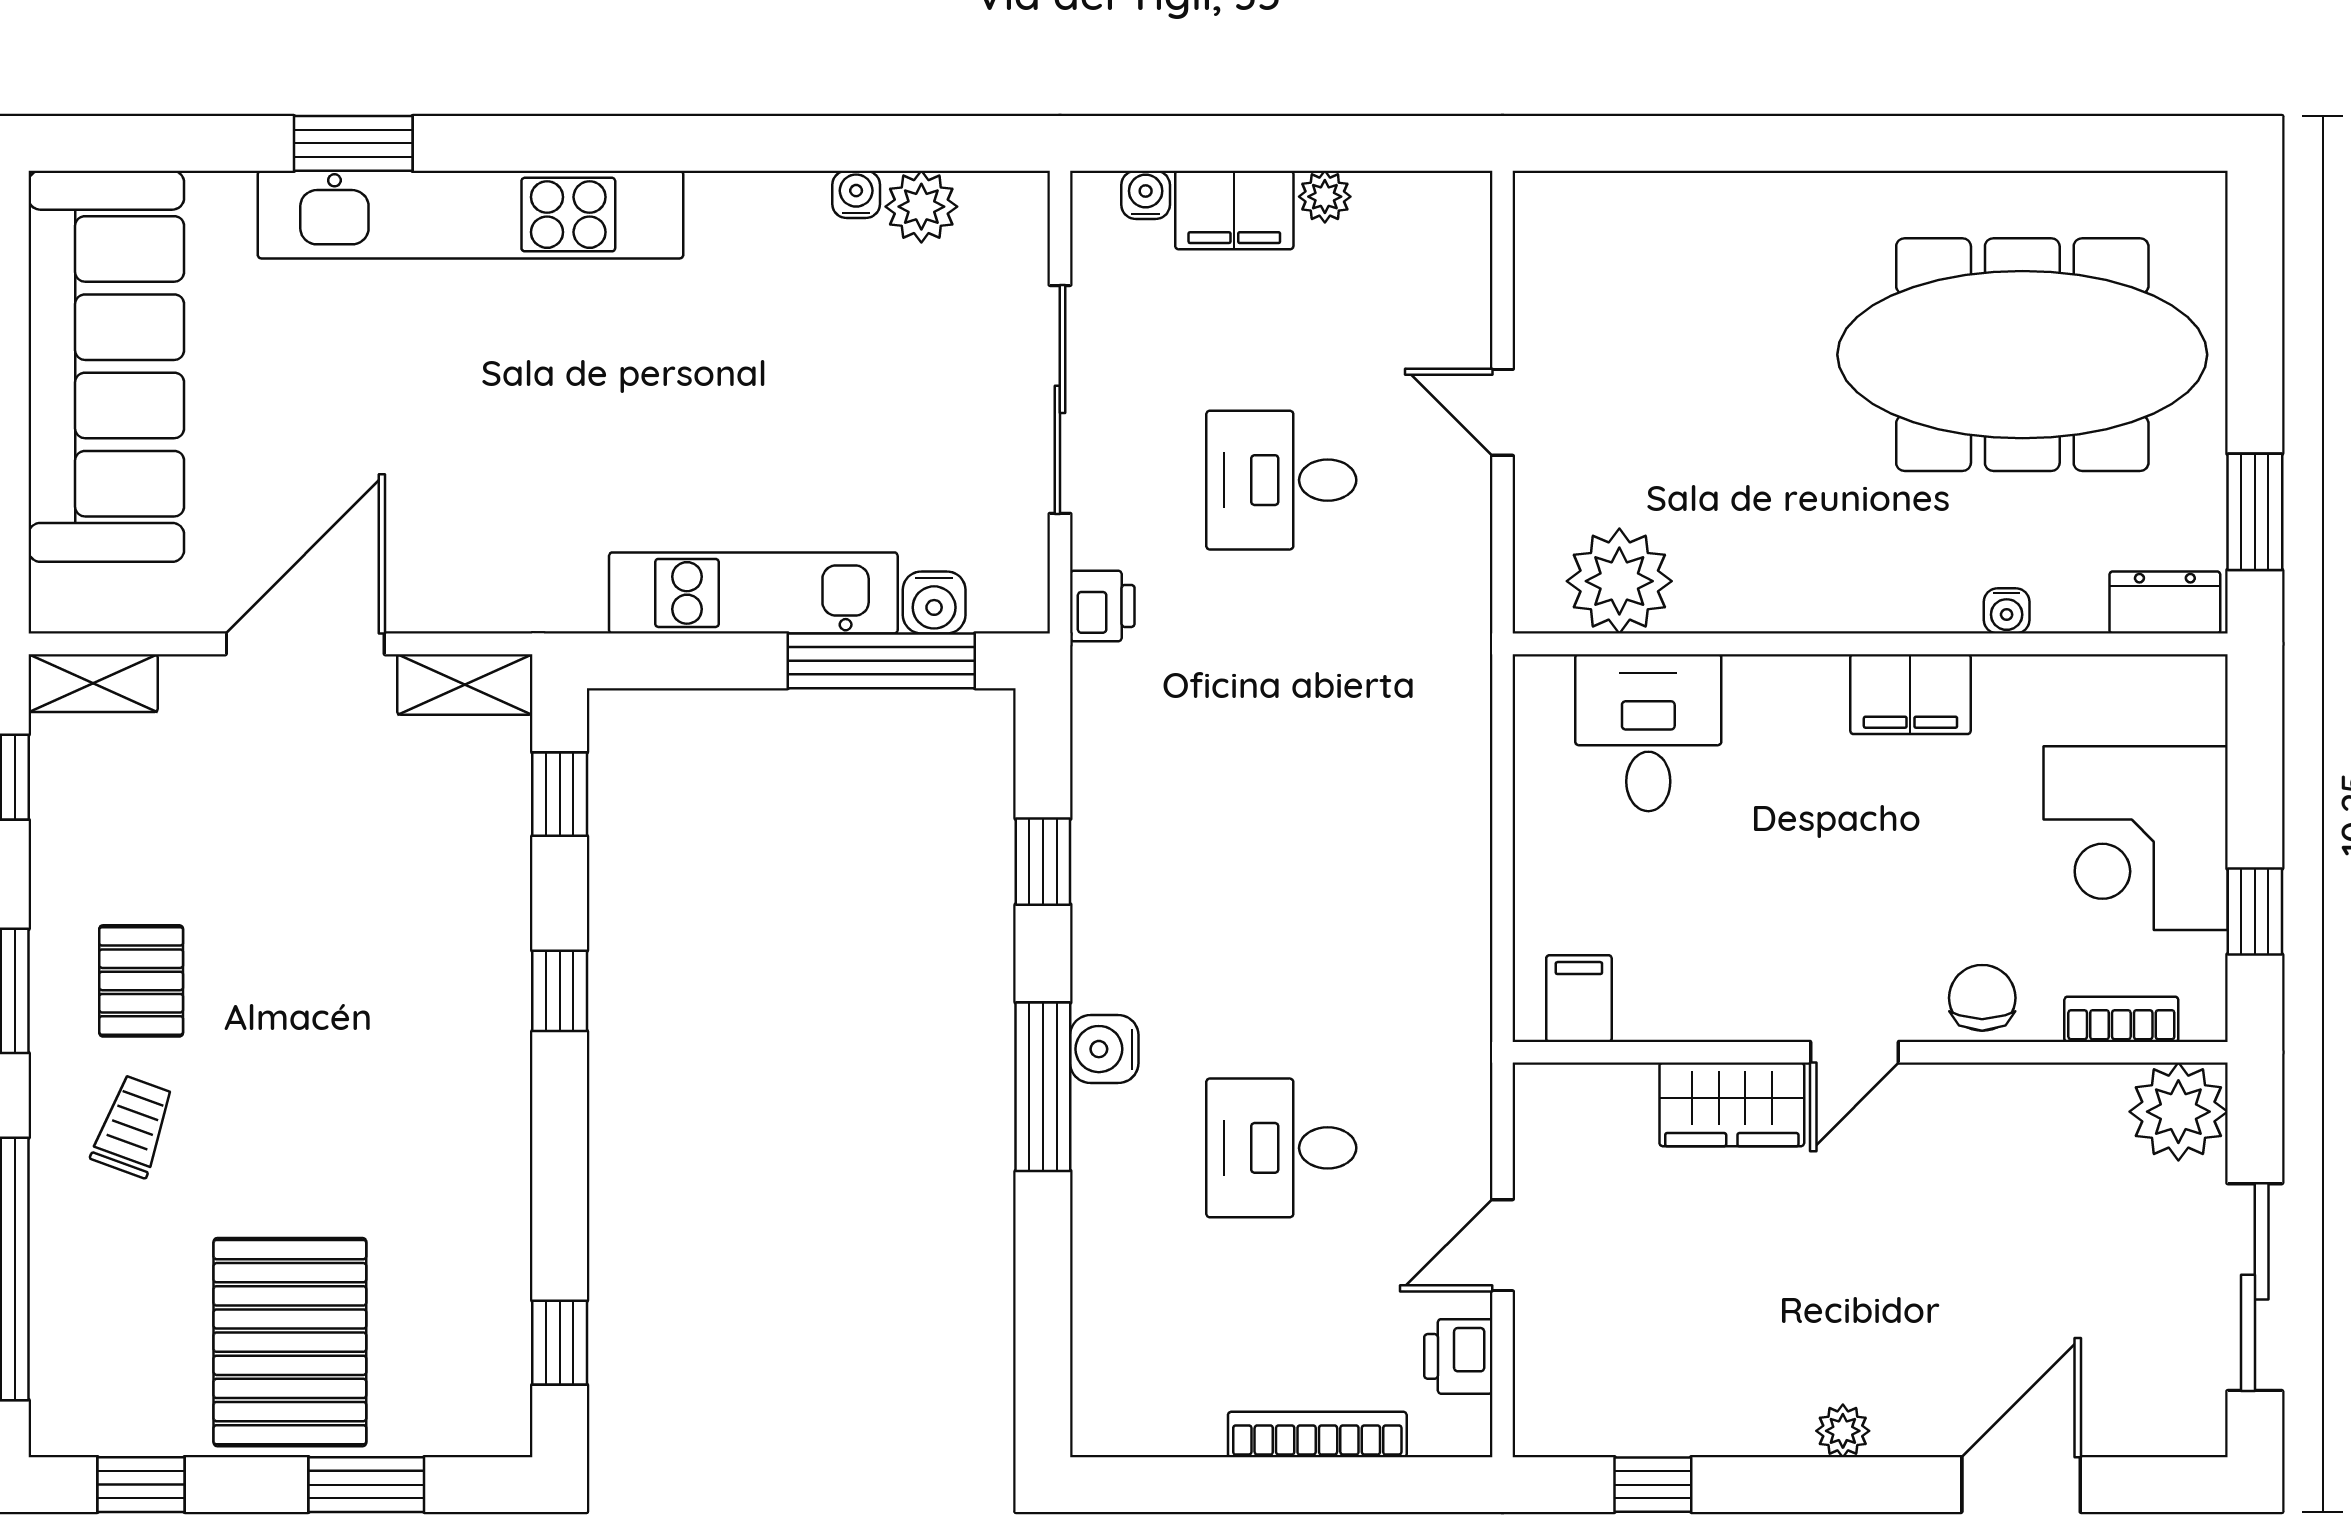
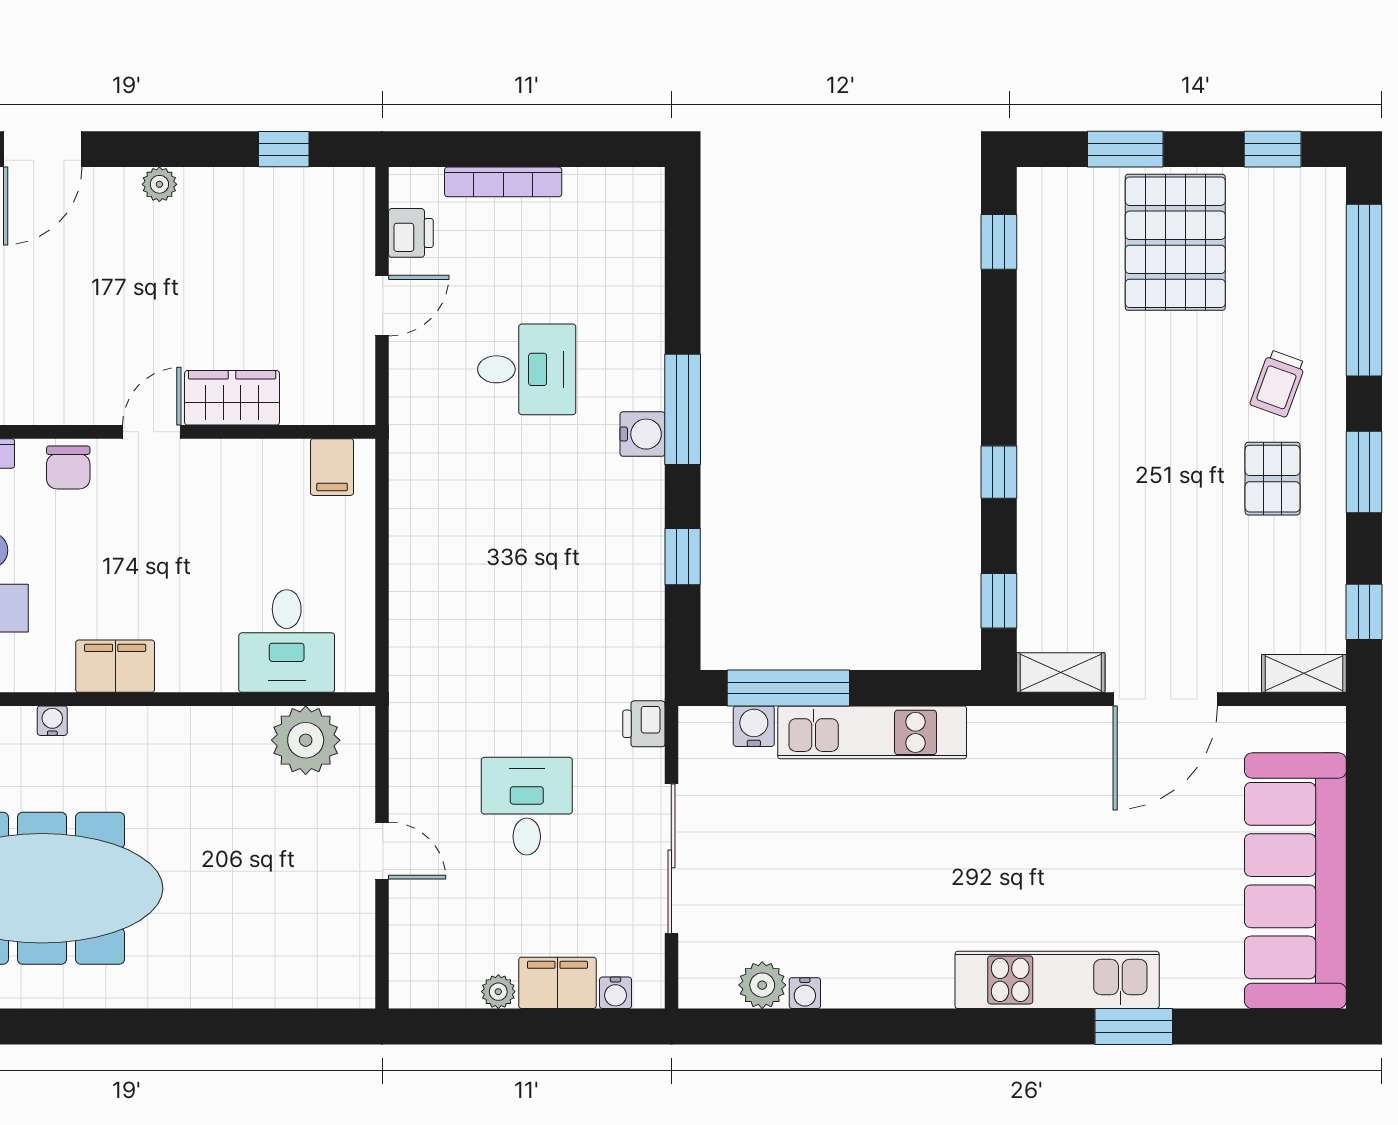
kitchen unit: (471, 215) -> (1057, 980), width x0.73
desk: (1281, 480) -> (527, 806), turned -90

